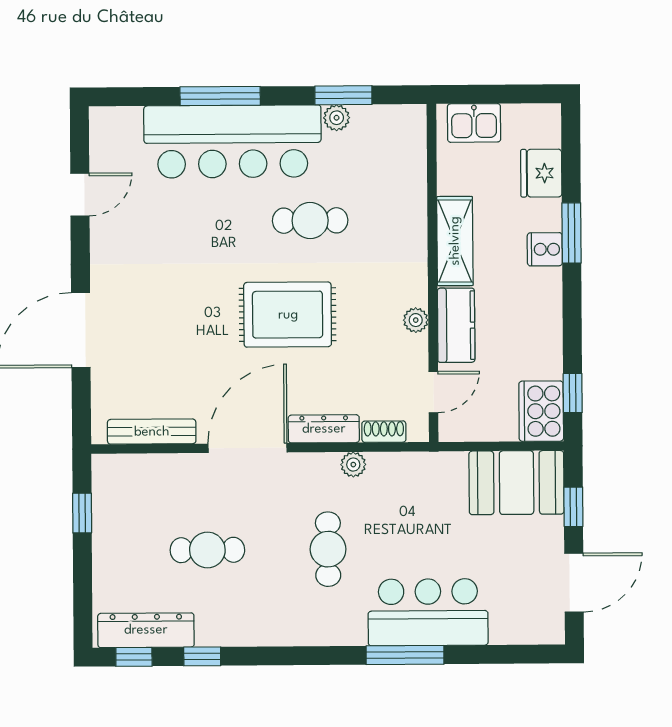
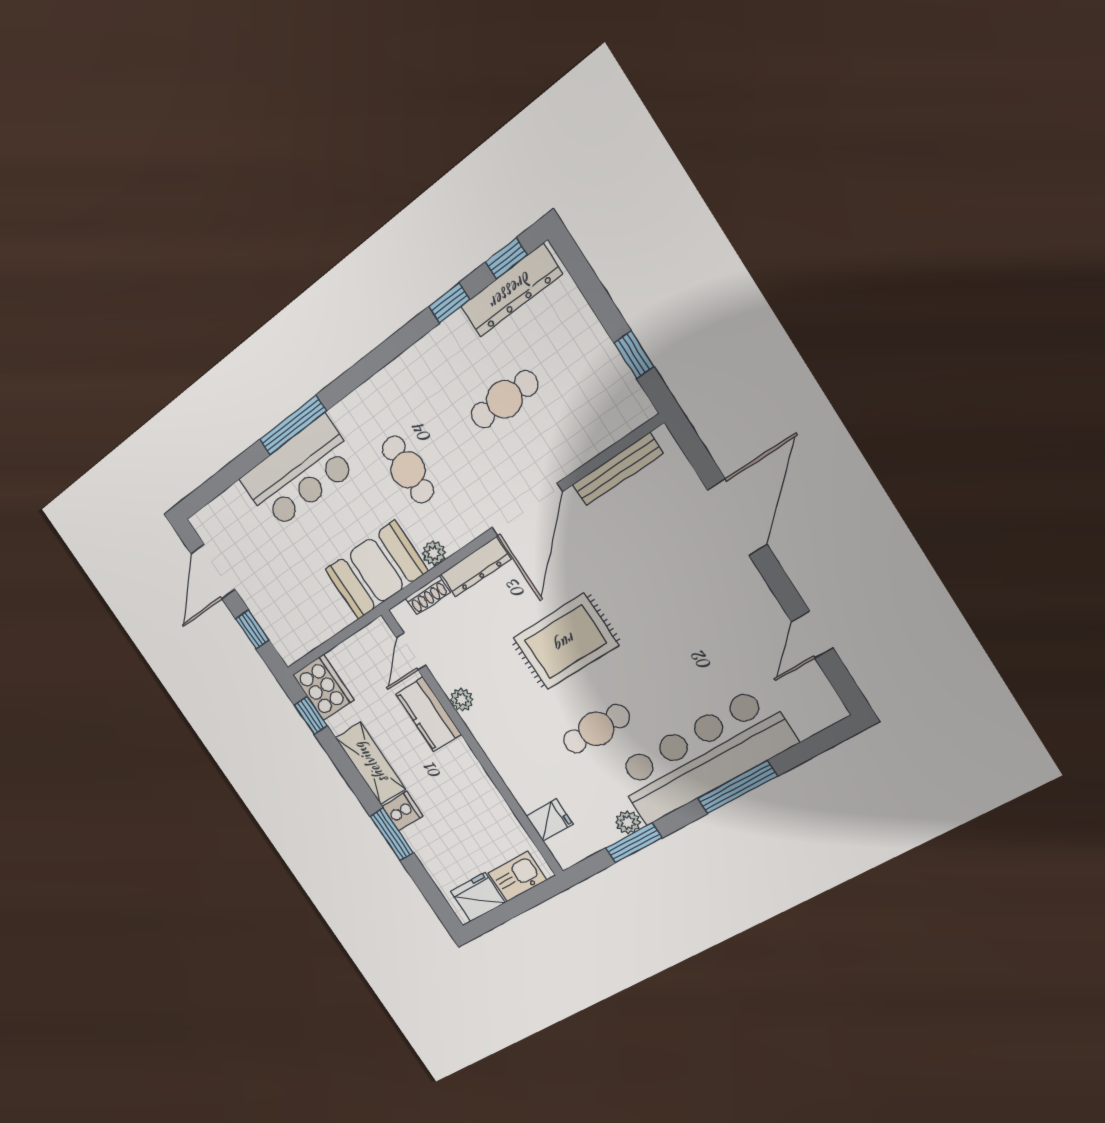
fridge: (407, 160) -> (550, 820), added
fridge: (541, 173) -> (478, 897), moved, turned -90
shelving: (455, 241) -> (371, 763), moved
booth: (517, 483) -> (376, 570), moved

